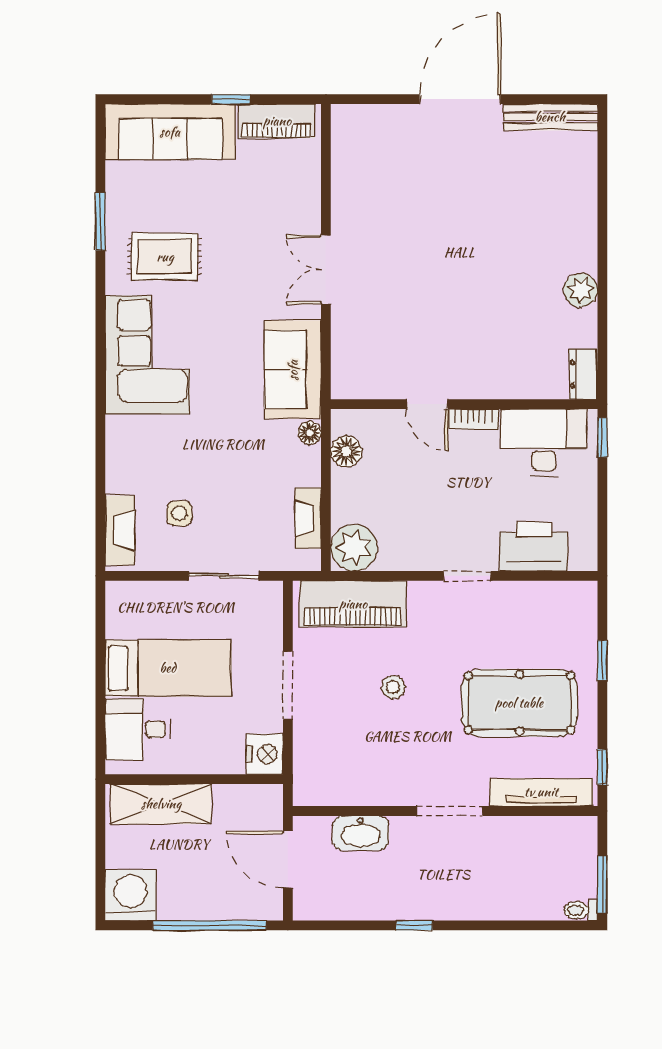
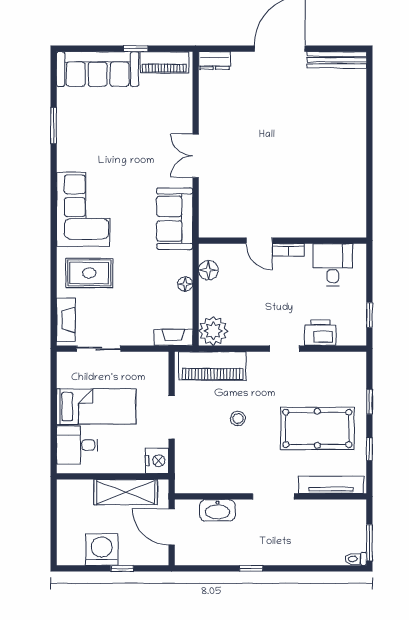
rug: (165, 257) -> (89, 273), moved
plant: (581, 290) -> (356, 169), removed
dresser: (583, 374) -> (214, 60), moved, turned -90
floor lamp: (309, 433) -> (185, 284), moved
window: (602, 437) -> (369, 315), moved
desk: (544, 443) -> (333, 265), width x0.73
side table: (179, 513) -> (103, 309), removed
fireplace: (308, 518) -> (173, 337), moved, turned 90
printer: (534, 547) -> (320, 333), width x0.73, depth x0.84
sliding door: (224, 576) -> (99, 349), moved
window: (602, 767) -> (369, 449), moved
shelving: (161, 804) -> (126, 492), moved
washing machine: (130, 895) -> (102, 549), moved
window: (209, 925) -> (122, 568), width x0.32

